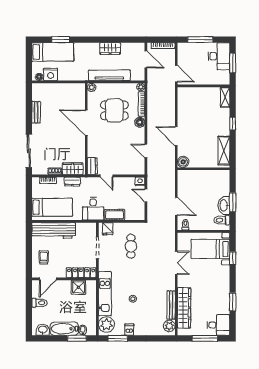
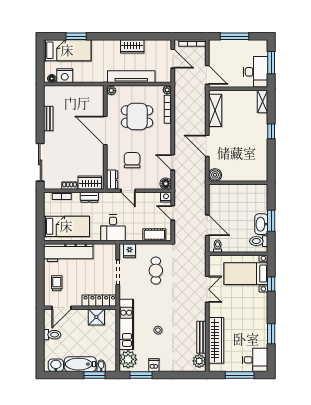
desk: (219, 56) -> (256, 72), moved
floor lamp: (140, 122) -> (166, 184), moved
chair: (110, 149) -> (132, 160), added
shelving: (224, 151) -> (215, 110), moved
cot: (115, 215) -> (154, 235), moved

